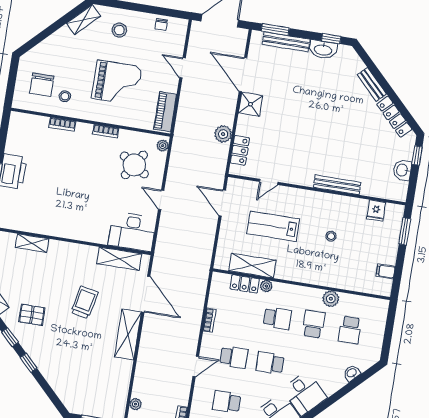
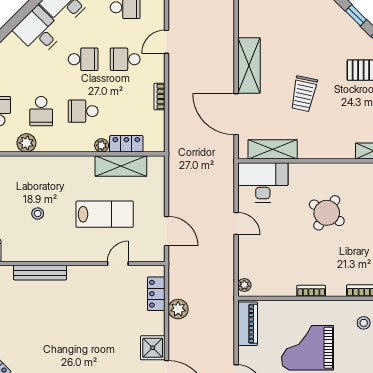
round table: (134, 165) -> (327, 213), moved

